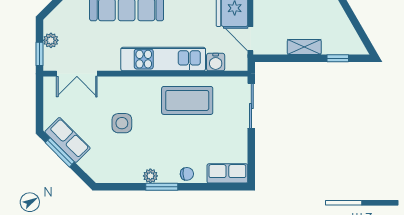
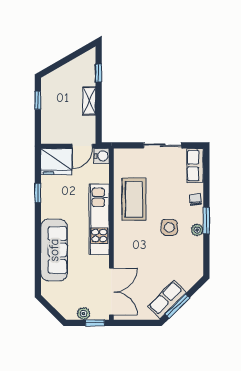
water cooler: (216, 62) -> (102, 156), moved
double door: (77, 74) -> (111, 292), width x1.37
sliding door: (251, 106) -> (163, 145), moved
side table: (122, 123) -> (169, 227), moved

